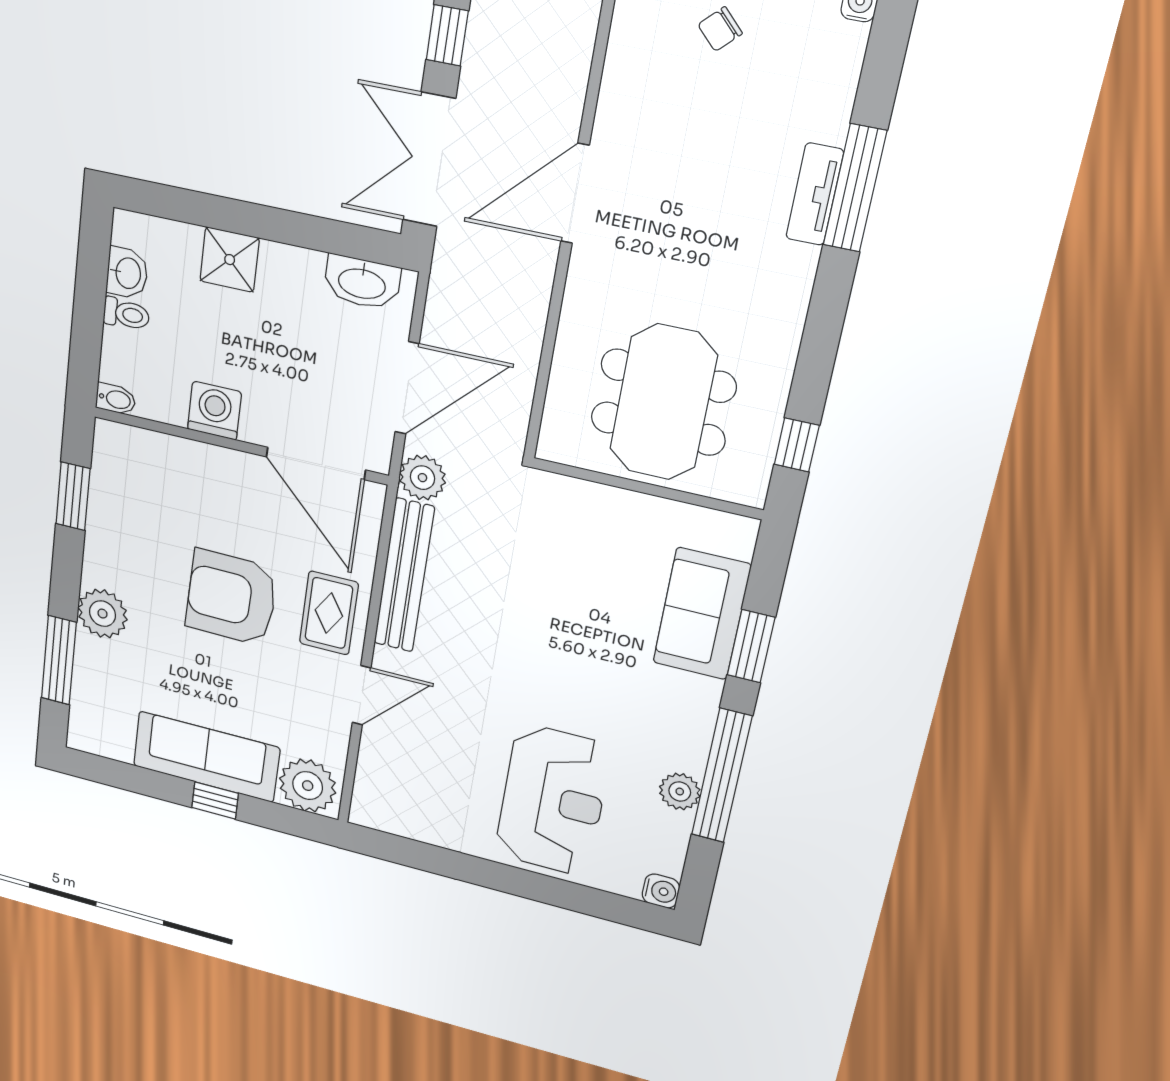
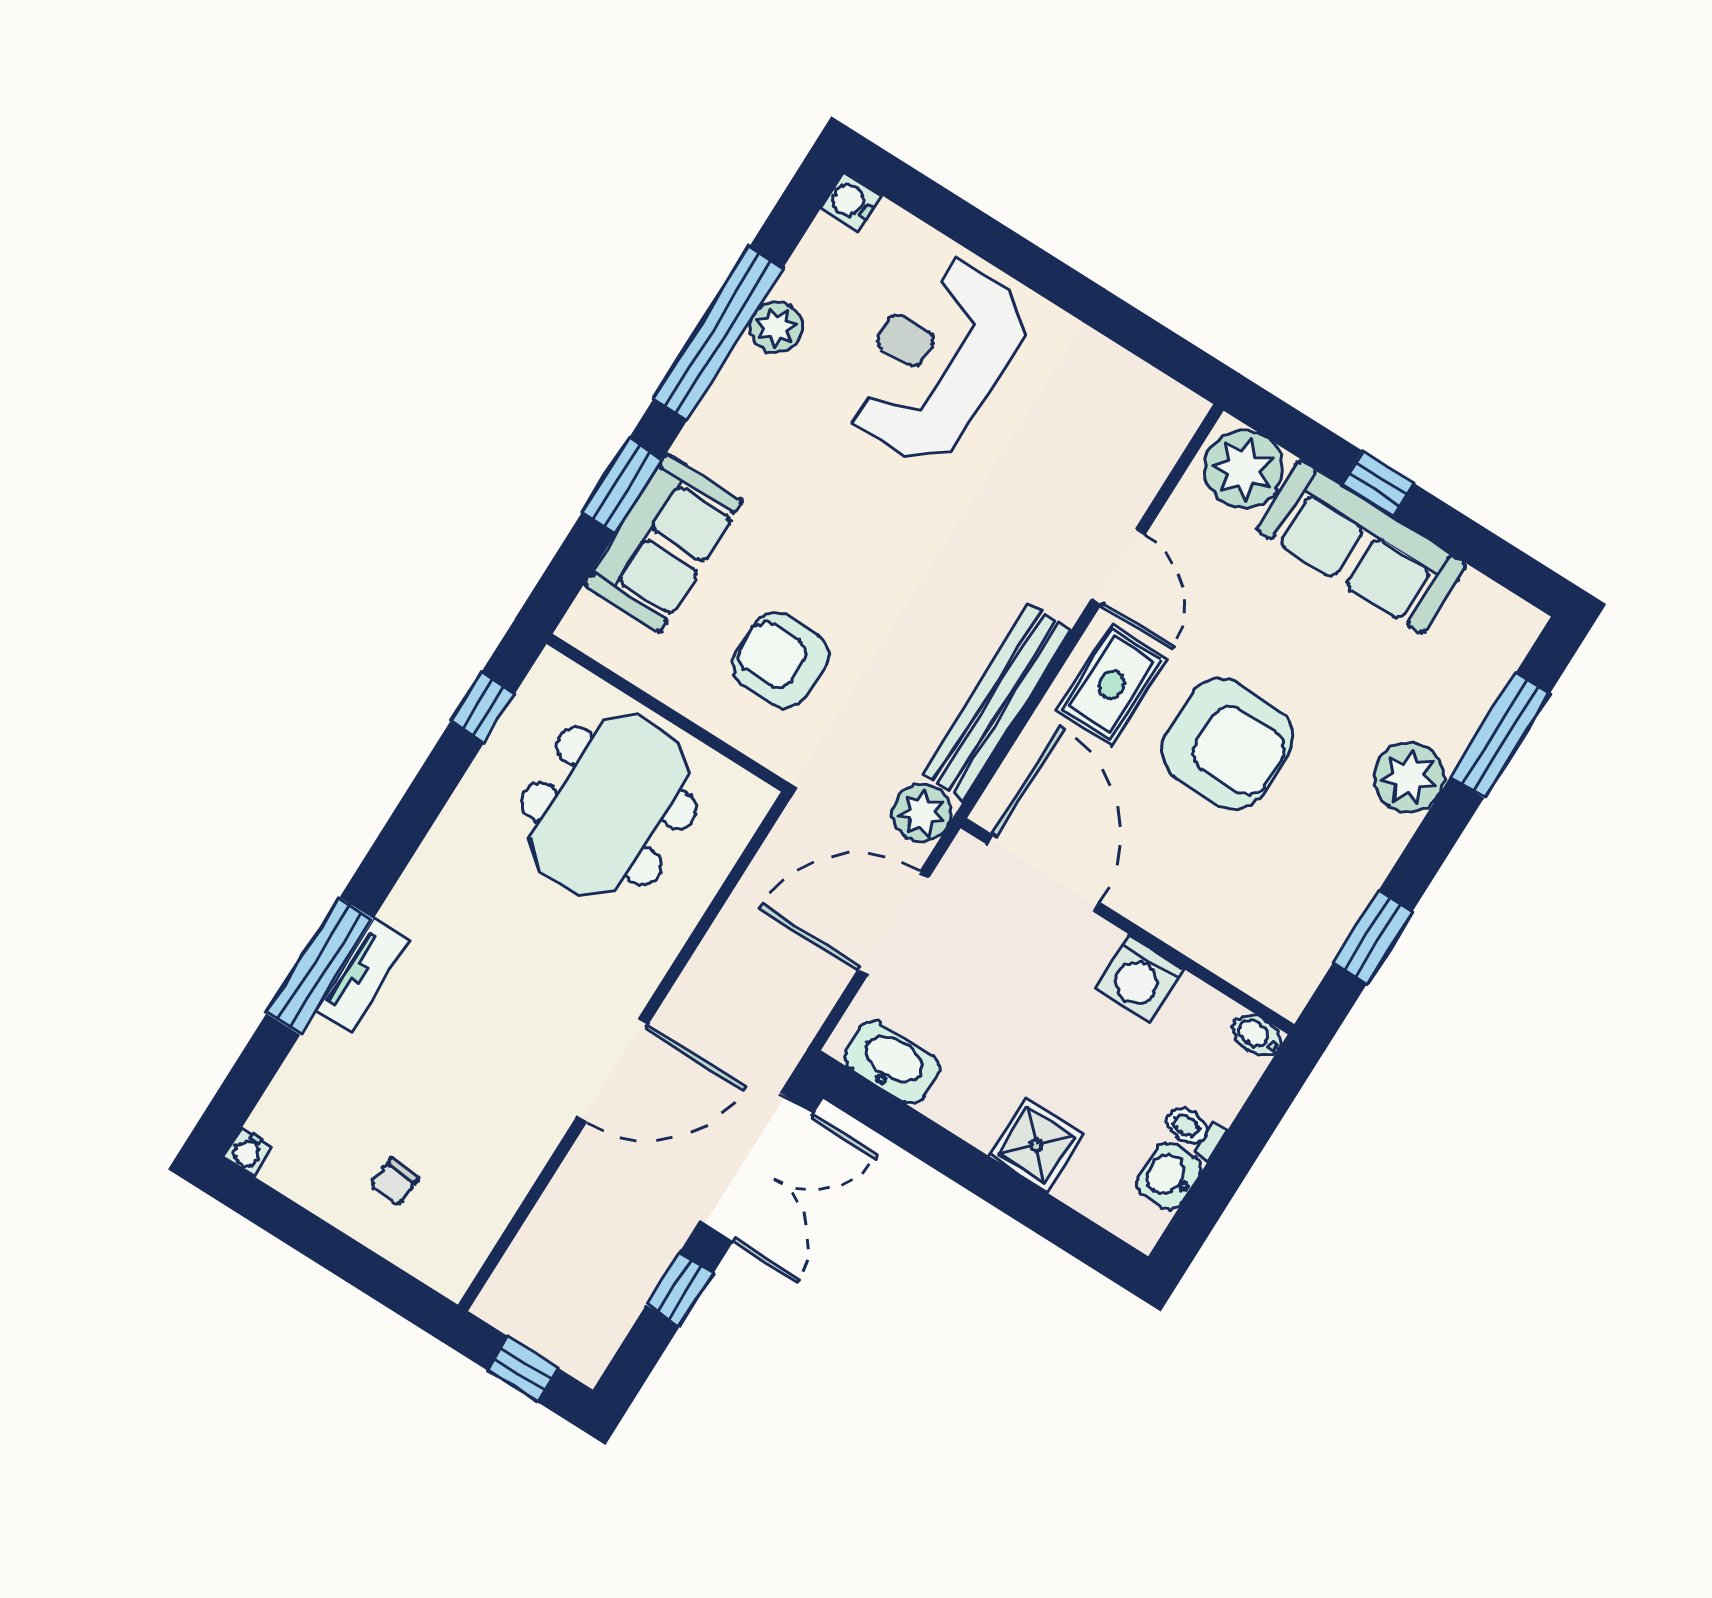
chair: (720, 29) -> (394, 1182), turned 140
armchair: (576, 555) -> (780, 660), added
door: (362, 695) -> (1118, 567), swing flipped

